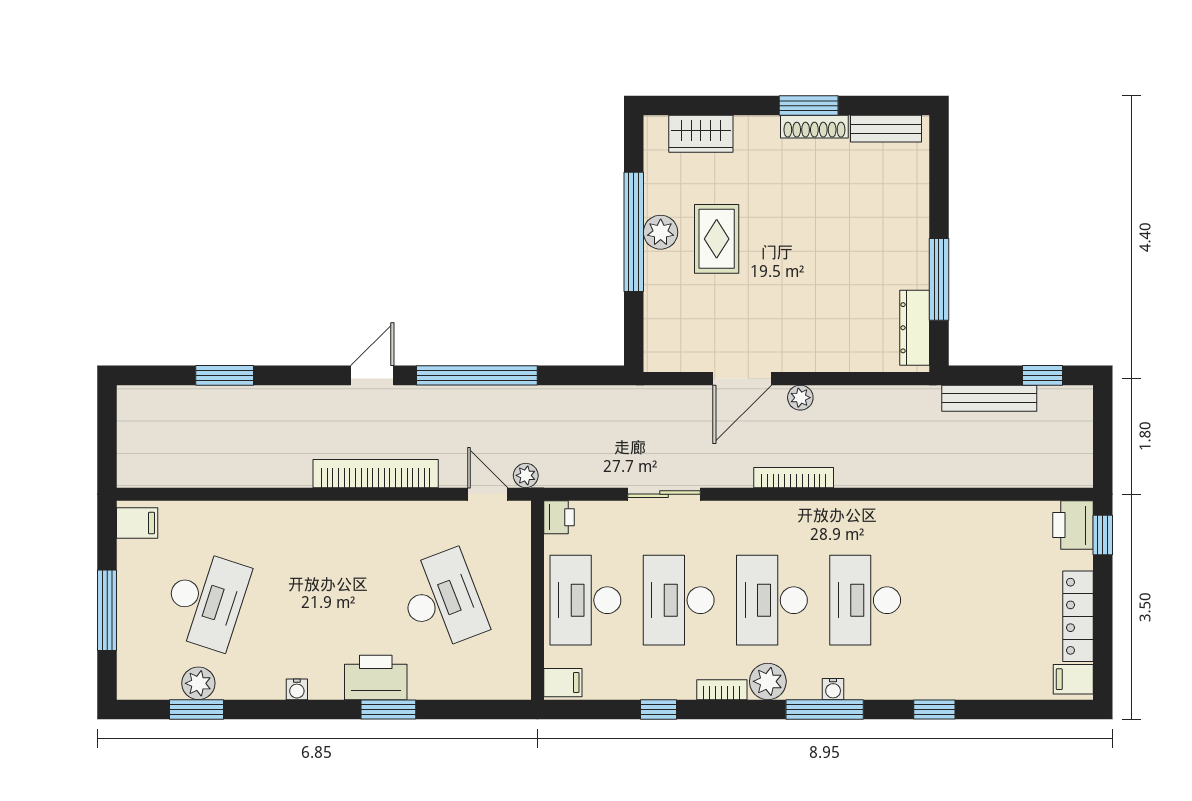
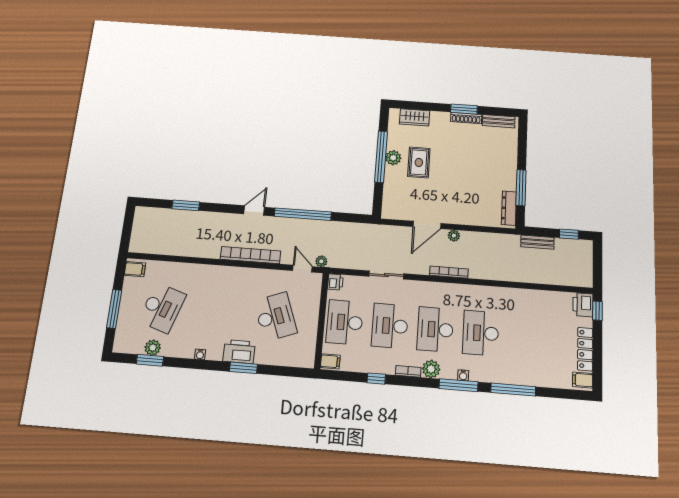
bench: (989, 398) -> (537, 242), width x0.73
window: (934, 709) -> (513, 390), width x2.17

